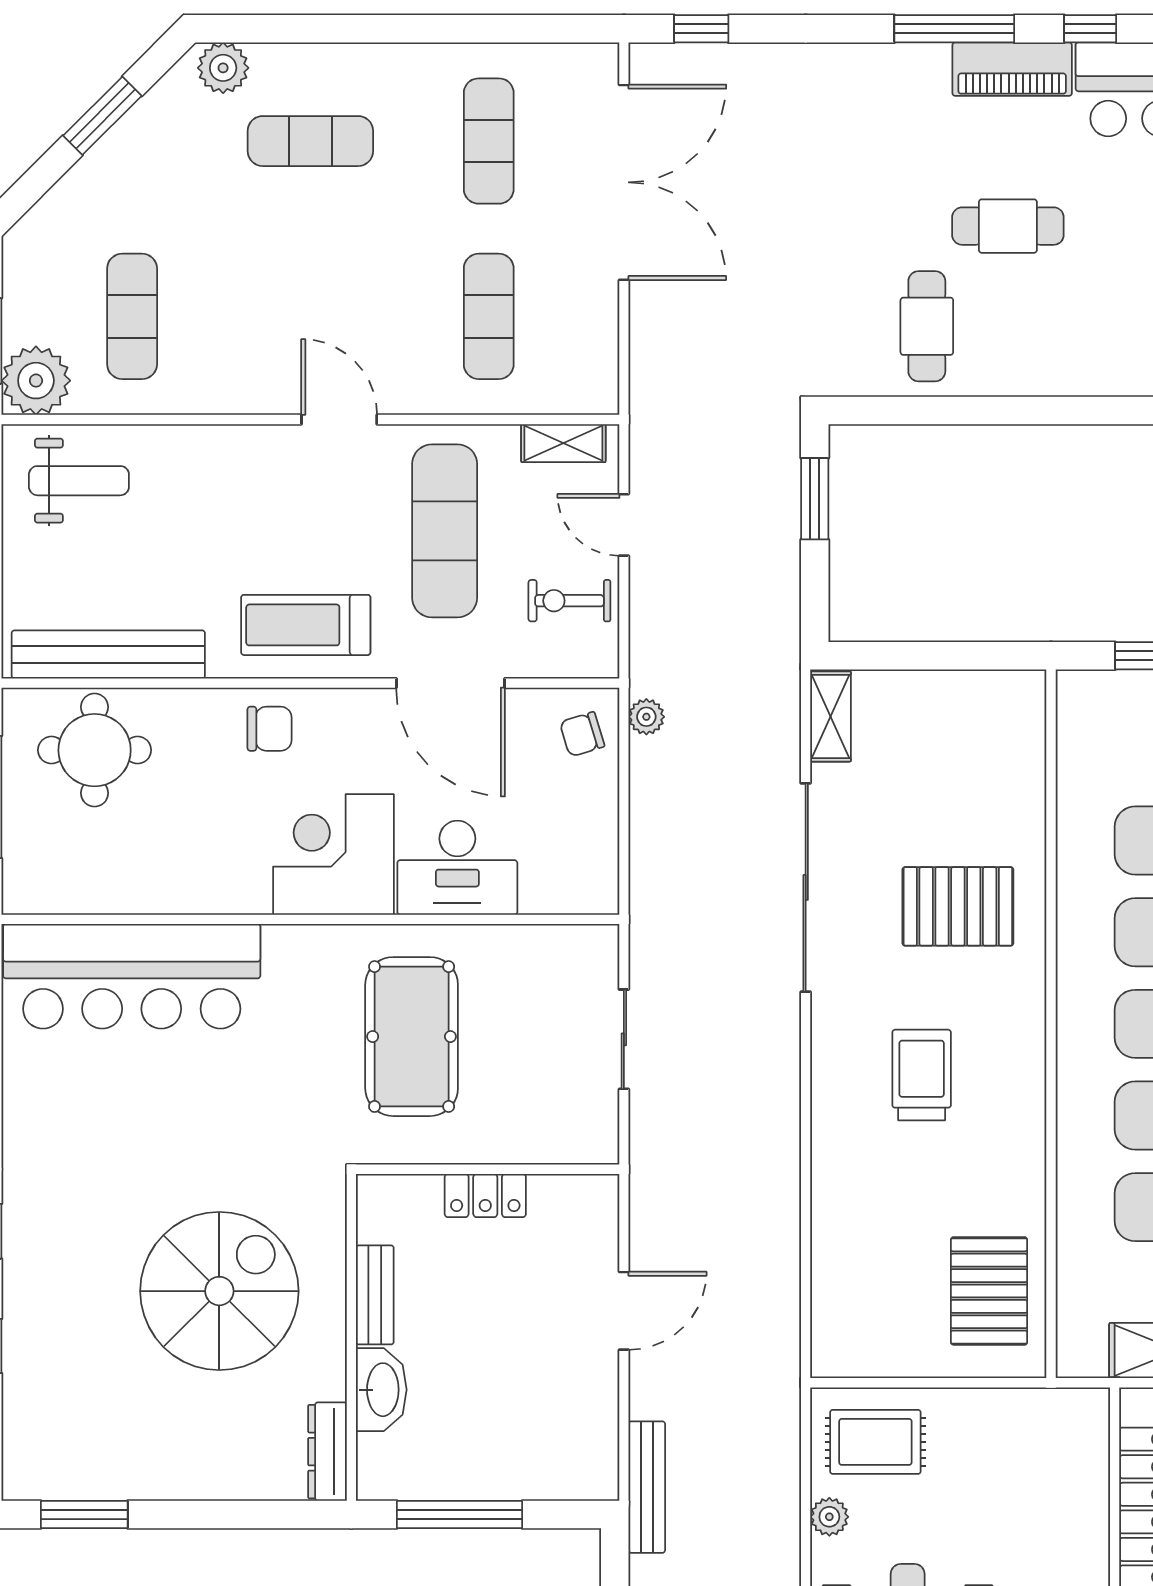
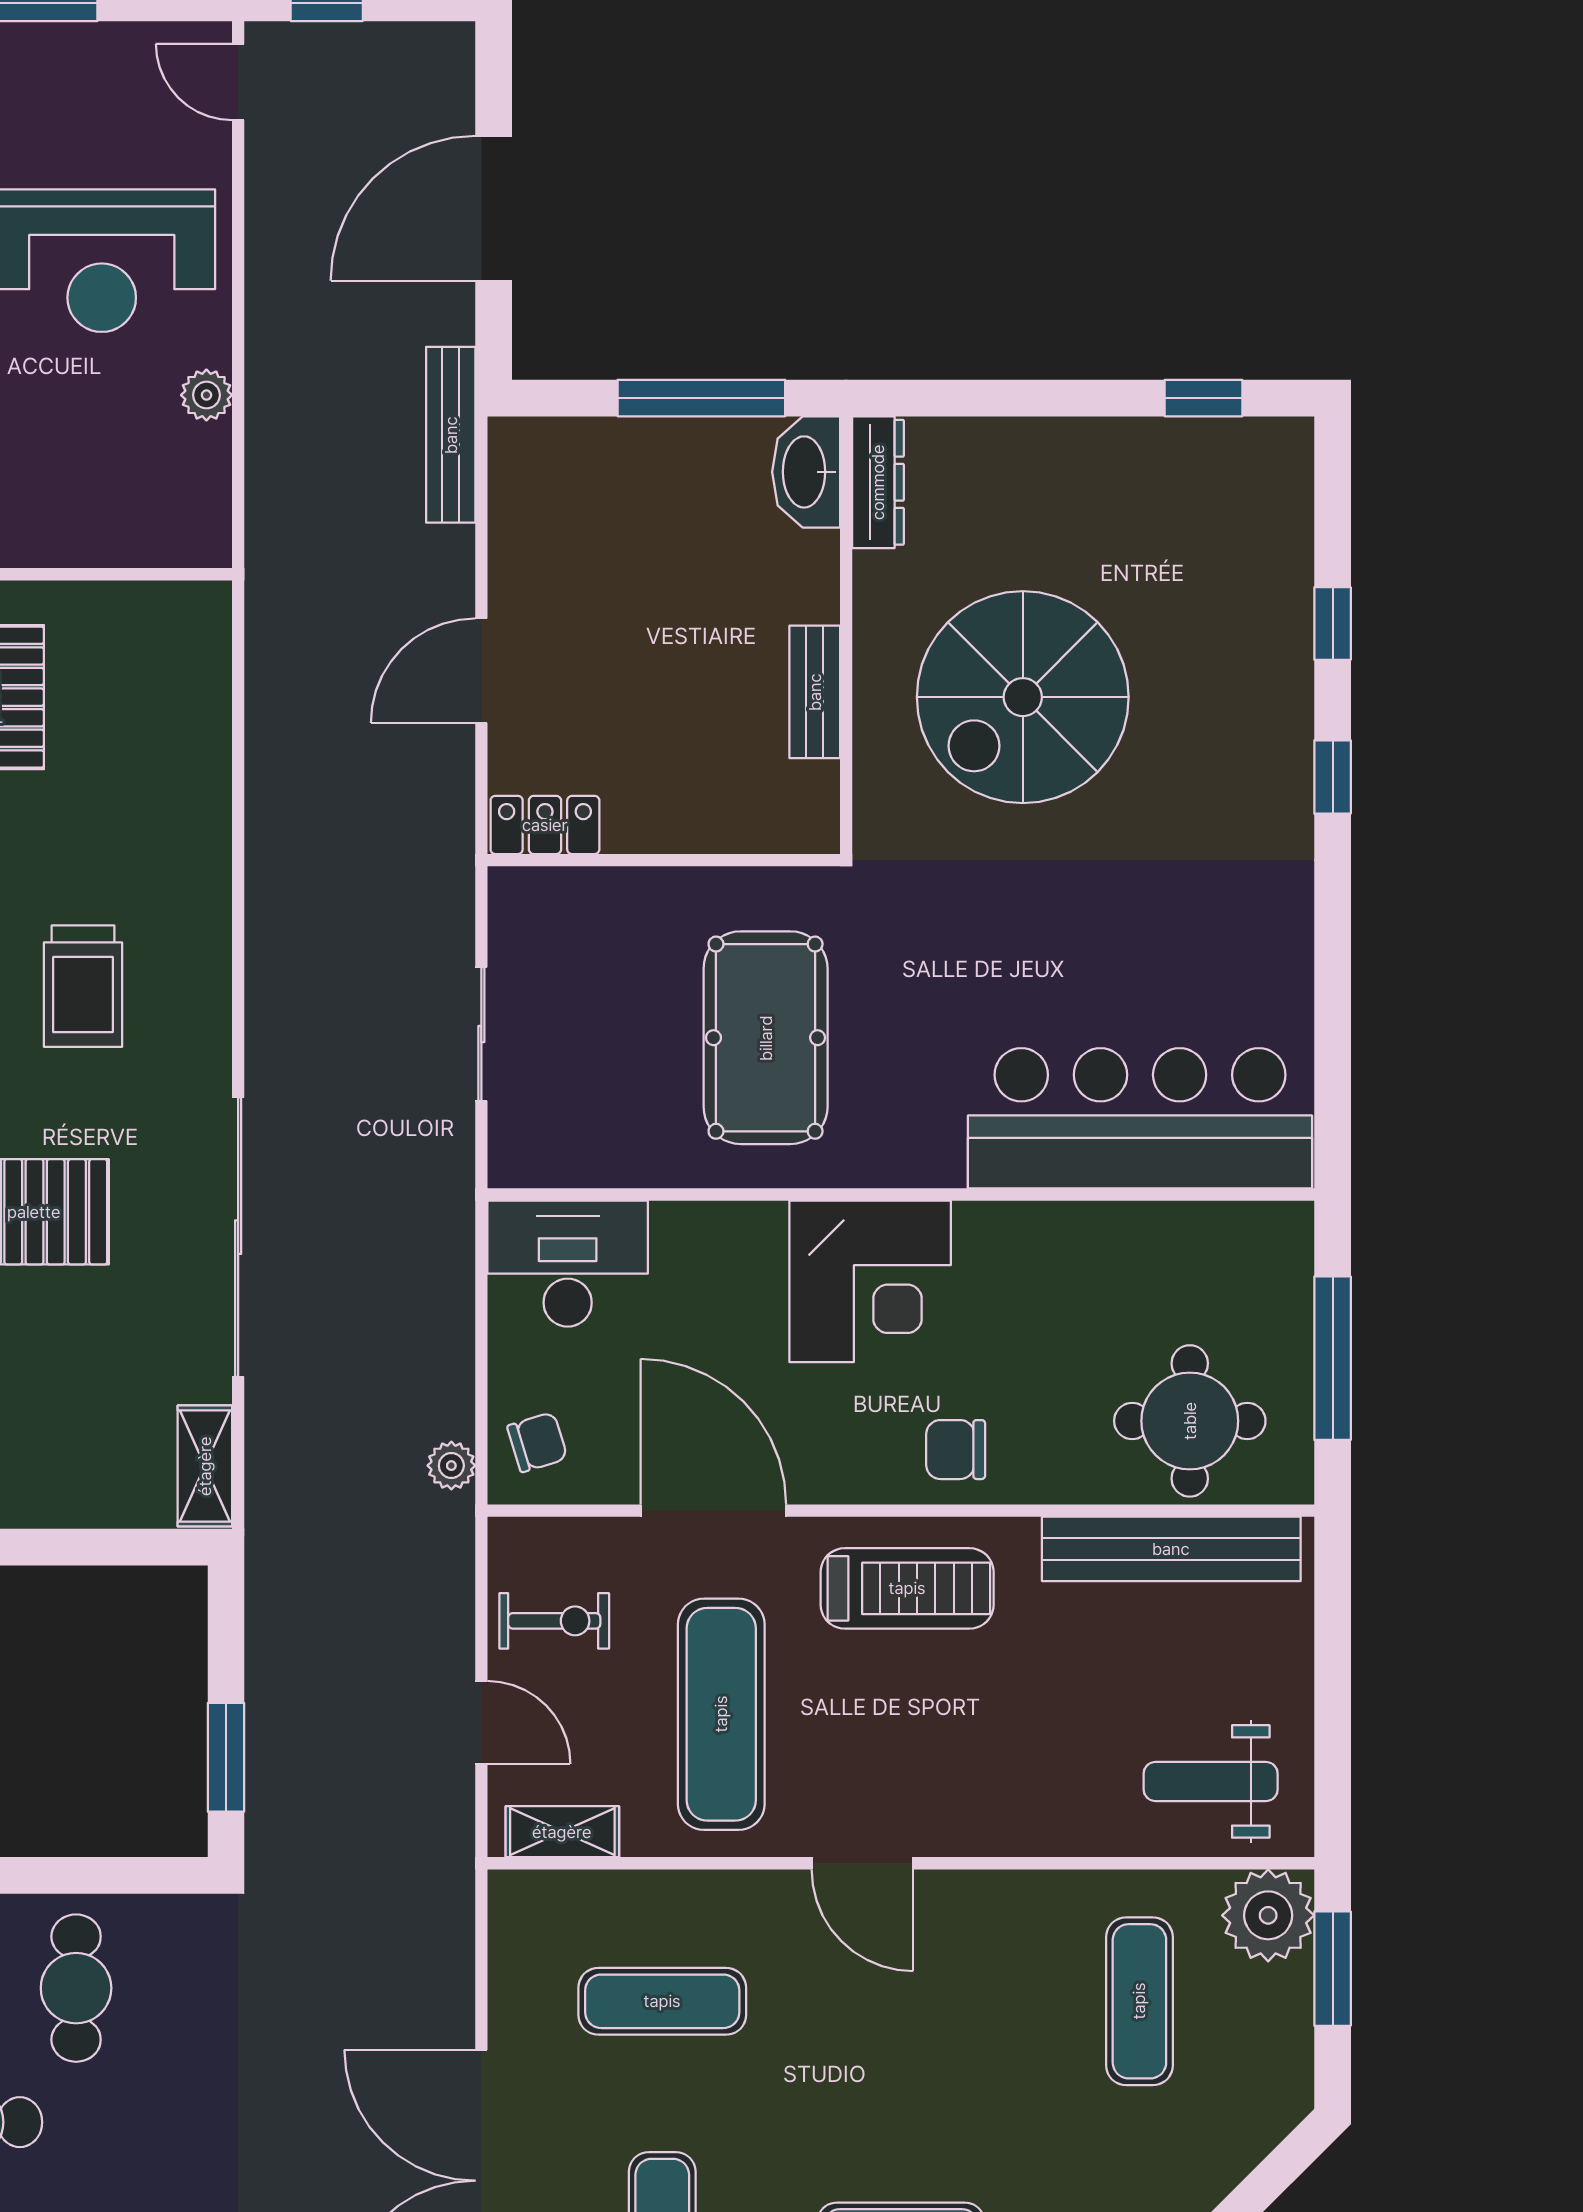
exercise mat: (489, 316) -> (662, 2001), turned 90
desk: (457, 868) -> (568, 1264), moved
locker: (485, 1195) -> (545, 825), moved
washbasin: (381, 1390) -> (806, 472), moved
rug: (875, 1442) -> (145, 495), removed
window: (84, 1515) -> (1204, 398), width x0.67

